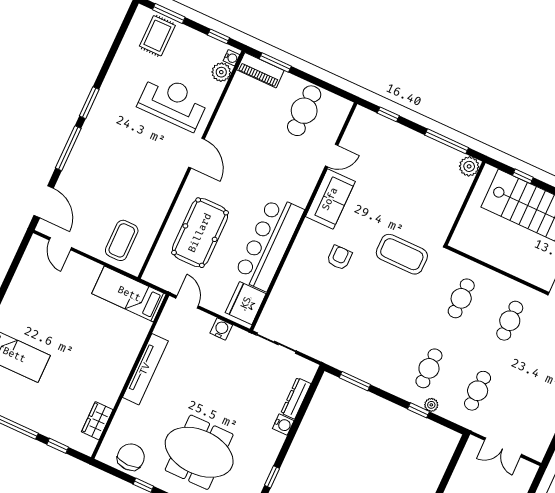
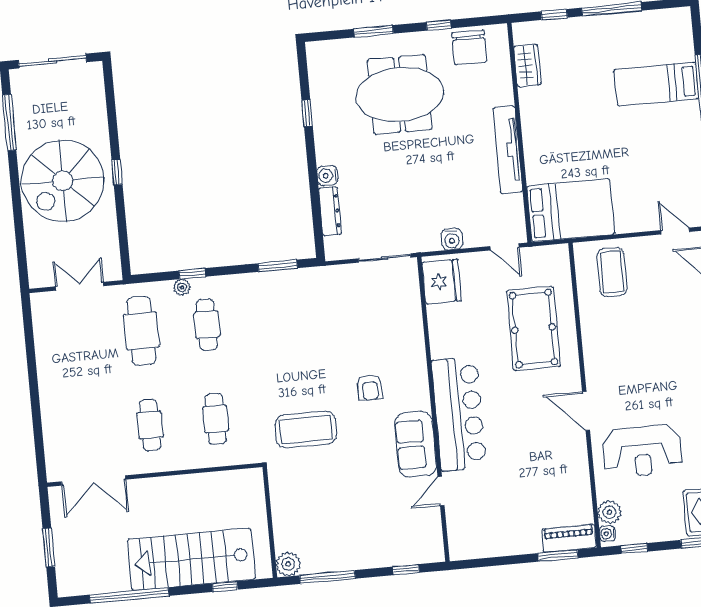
cafe table: (304, 111) -> (498, 522), removed
bar counter: (269, 243) -> (459, 414), moved
bed: (129, 294) -> (571, 210), width x1.50
cafe table: (478, 391) -> (141, 331), width x1.37, depth x1.35

